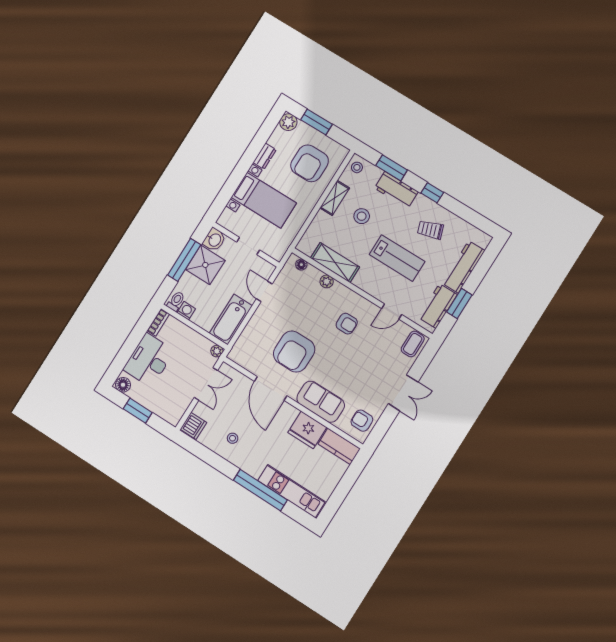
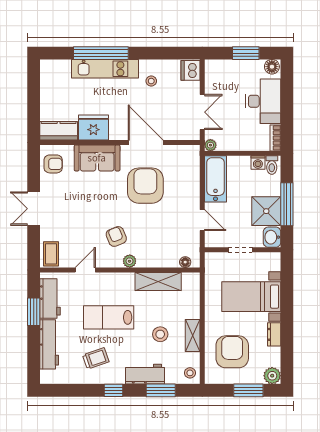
plant: (327, 281) -> (130, 261), moved
armchair: (347, 324) -> (116, 236), turned 68
double door: (206, 384) -> (202, 112), swing flipped
kitchen unit: (291, 491) -> (105, 69), moved

